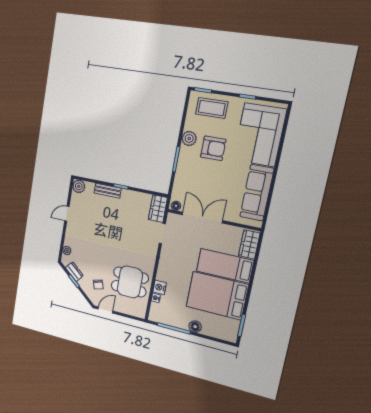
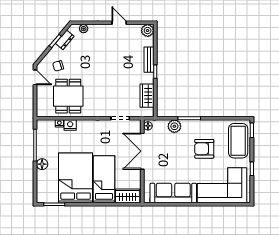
coffee table: (212, 108) -> (238, 141), width x1.36, depth x1.32
plant: (189, 138) -> (174, 126), moved
armchair: (213, 148) -> (204, 149), turned 90
wardrobe: (158, 209) -> (147, 96), moved, turned -90
double door: (202, 218) -> (142, 151), swing flipped

